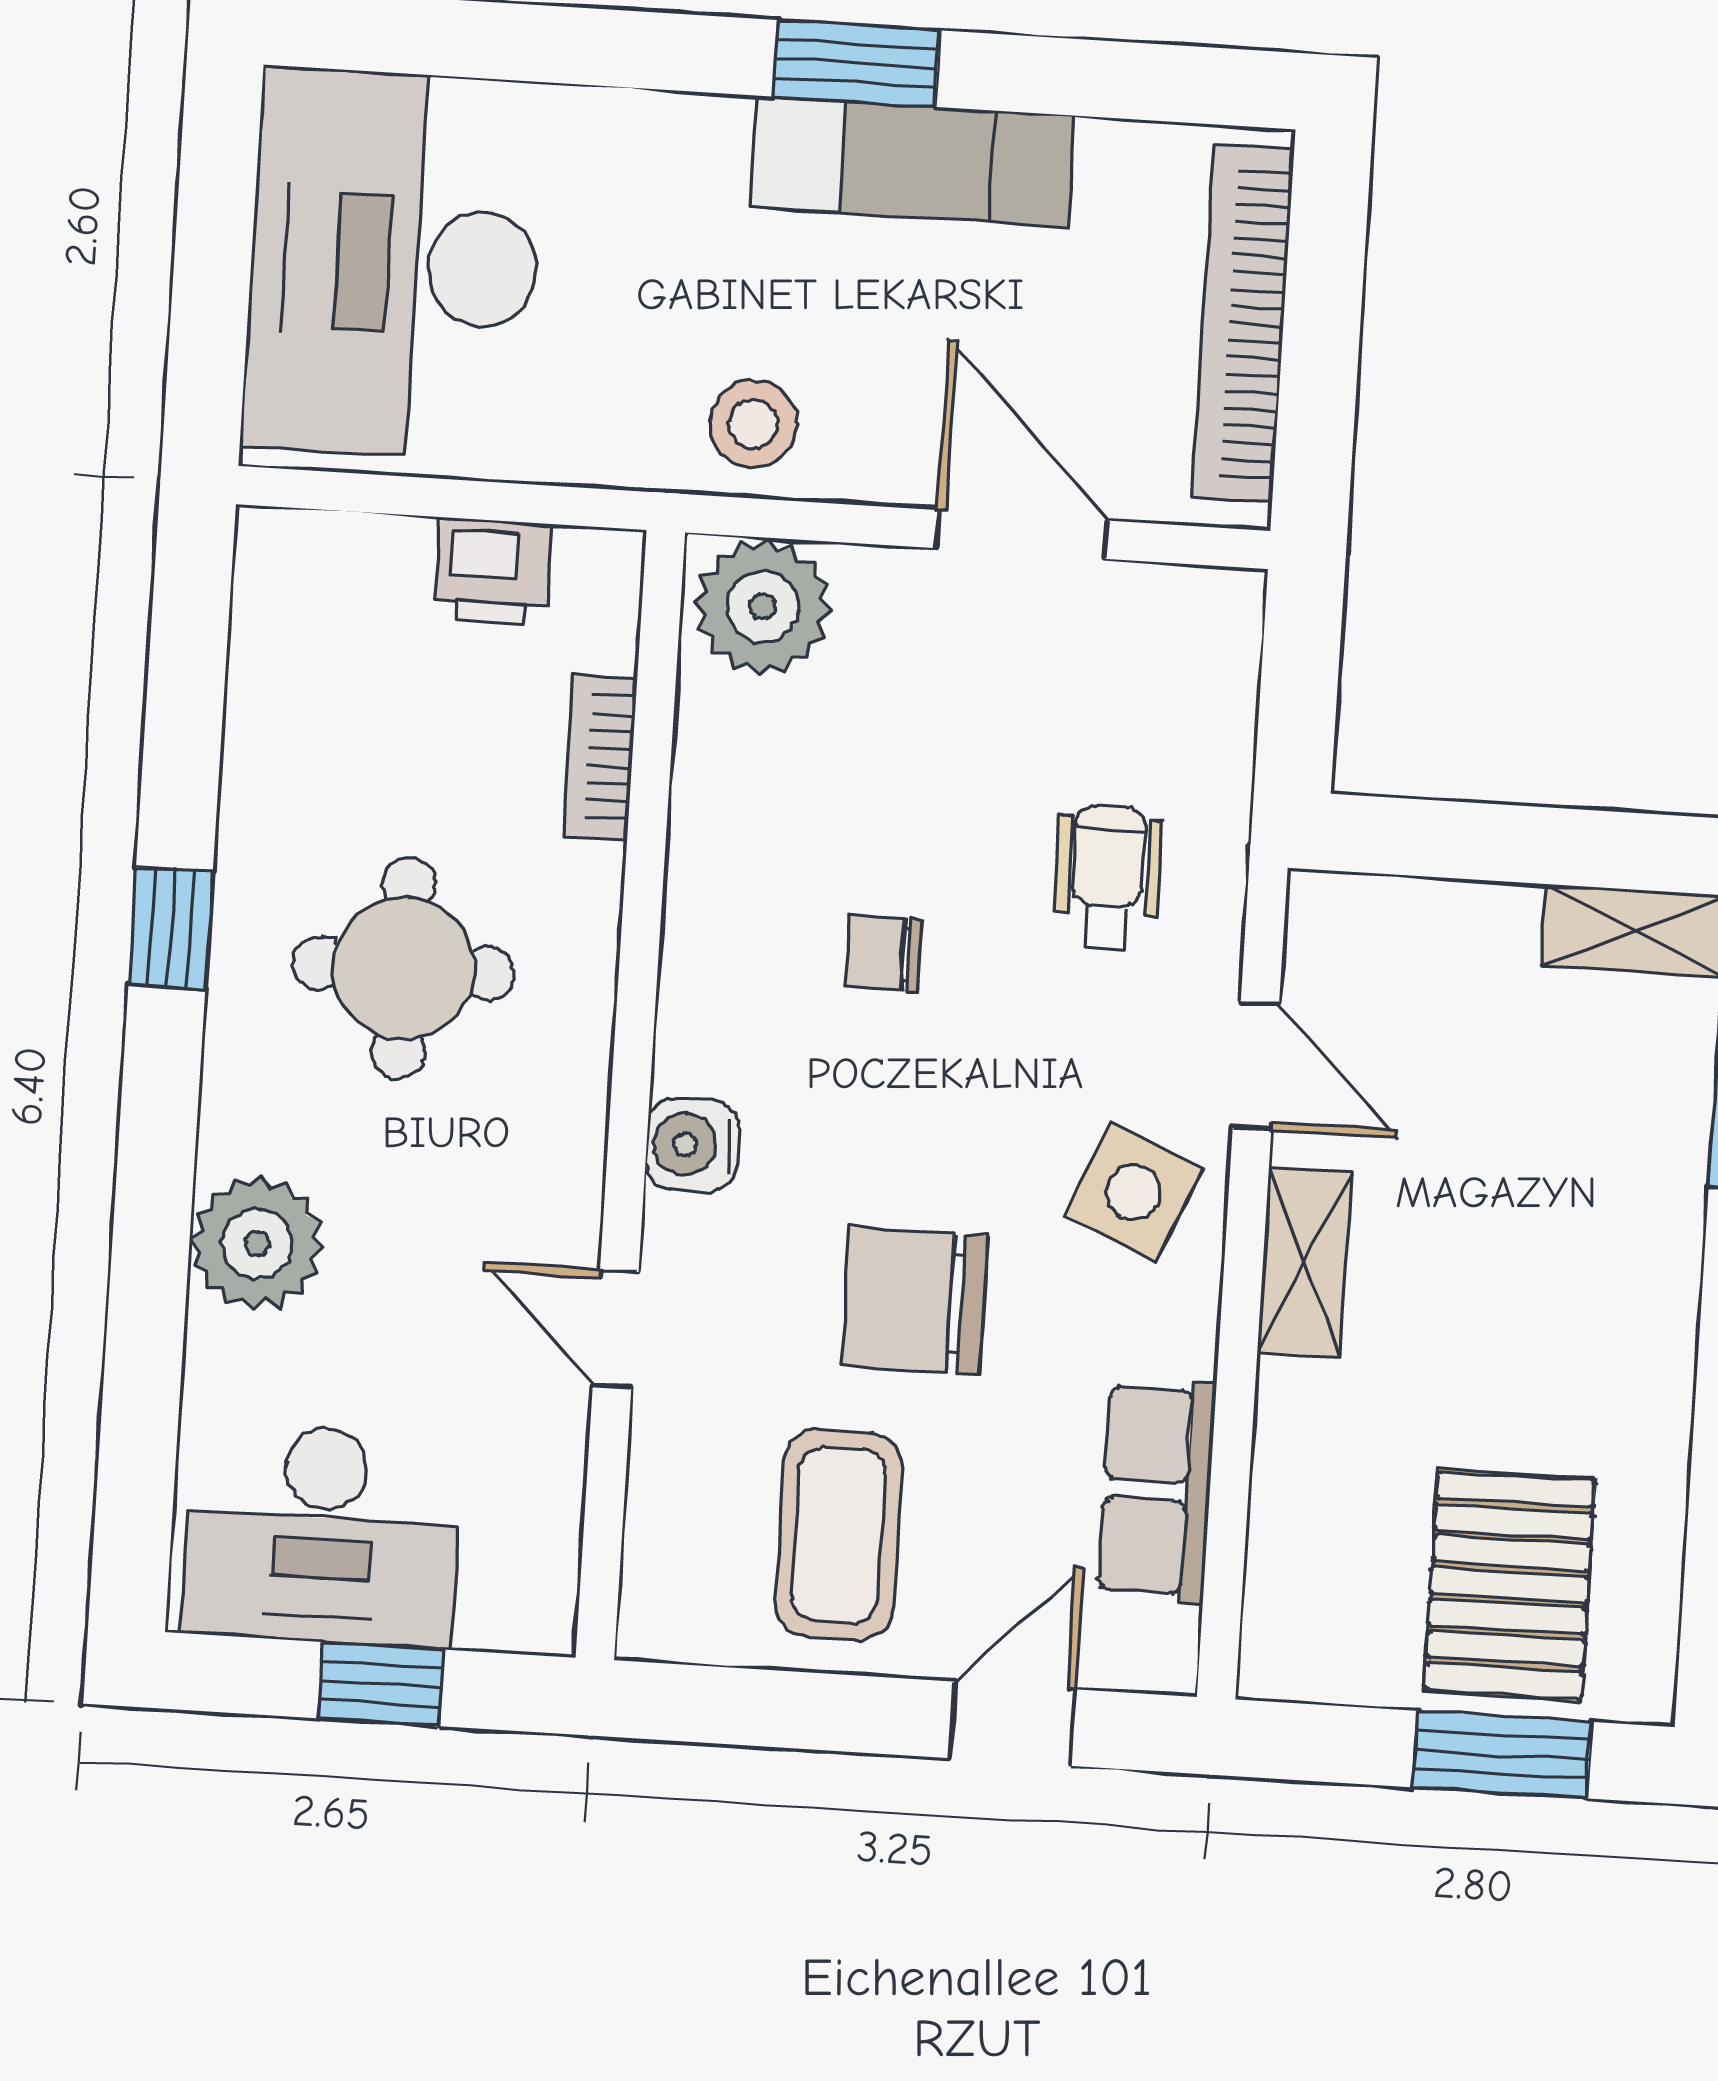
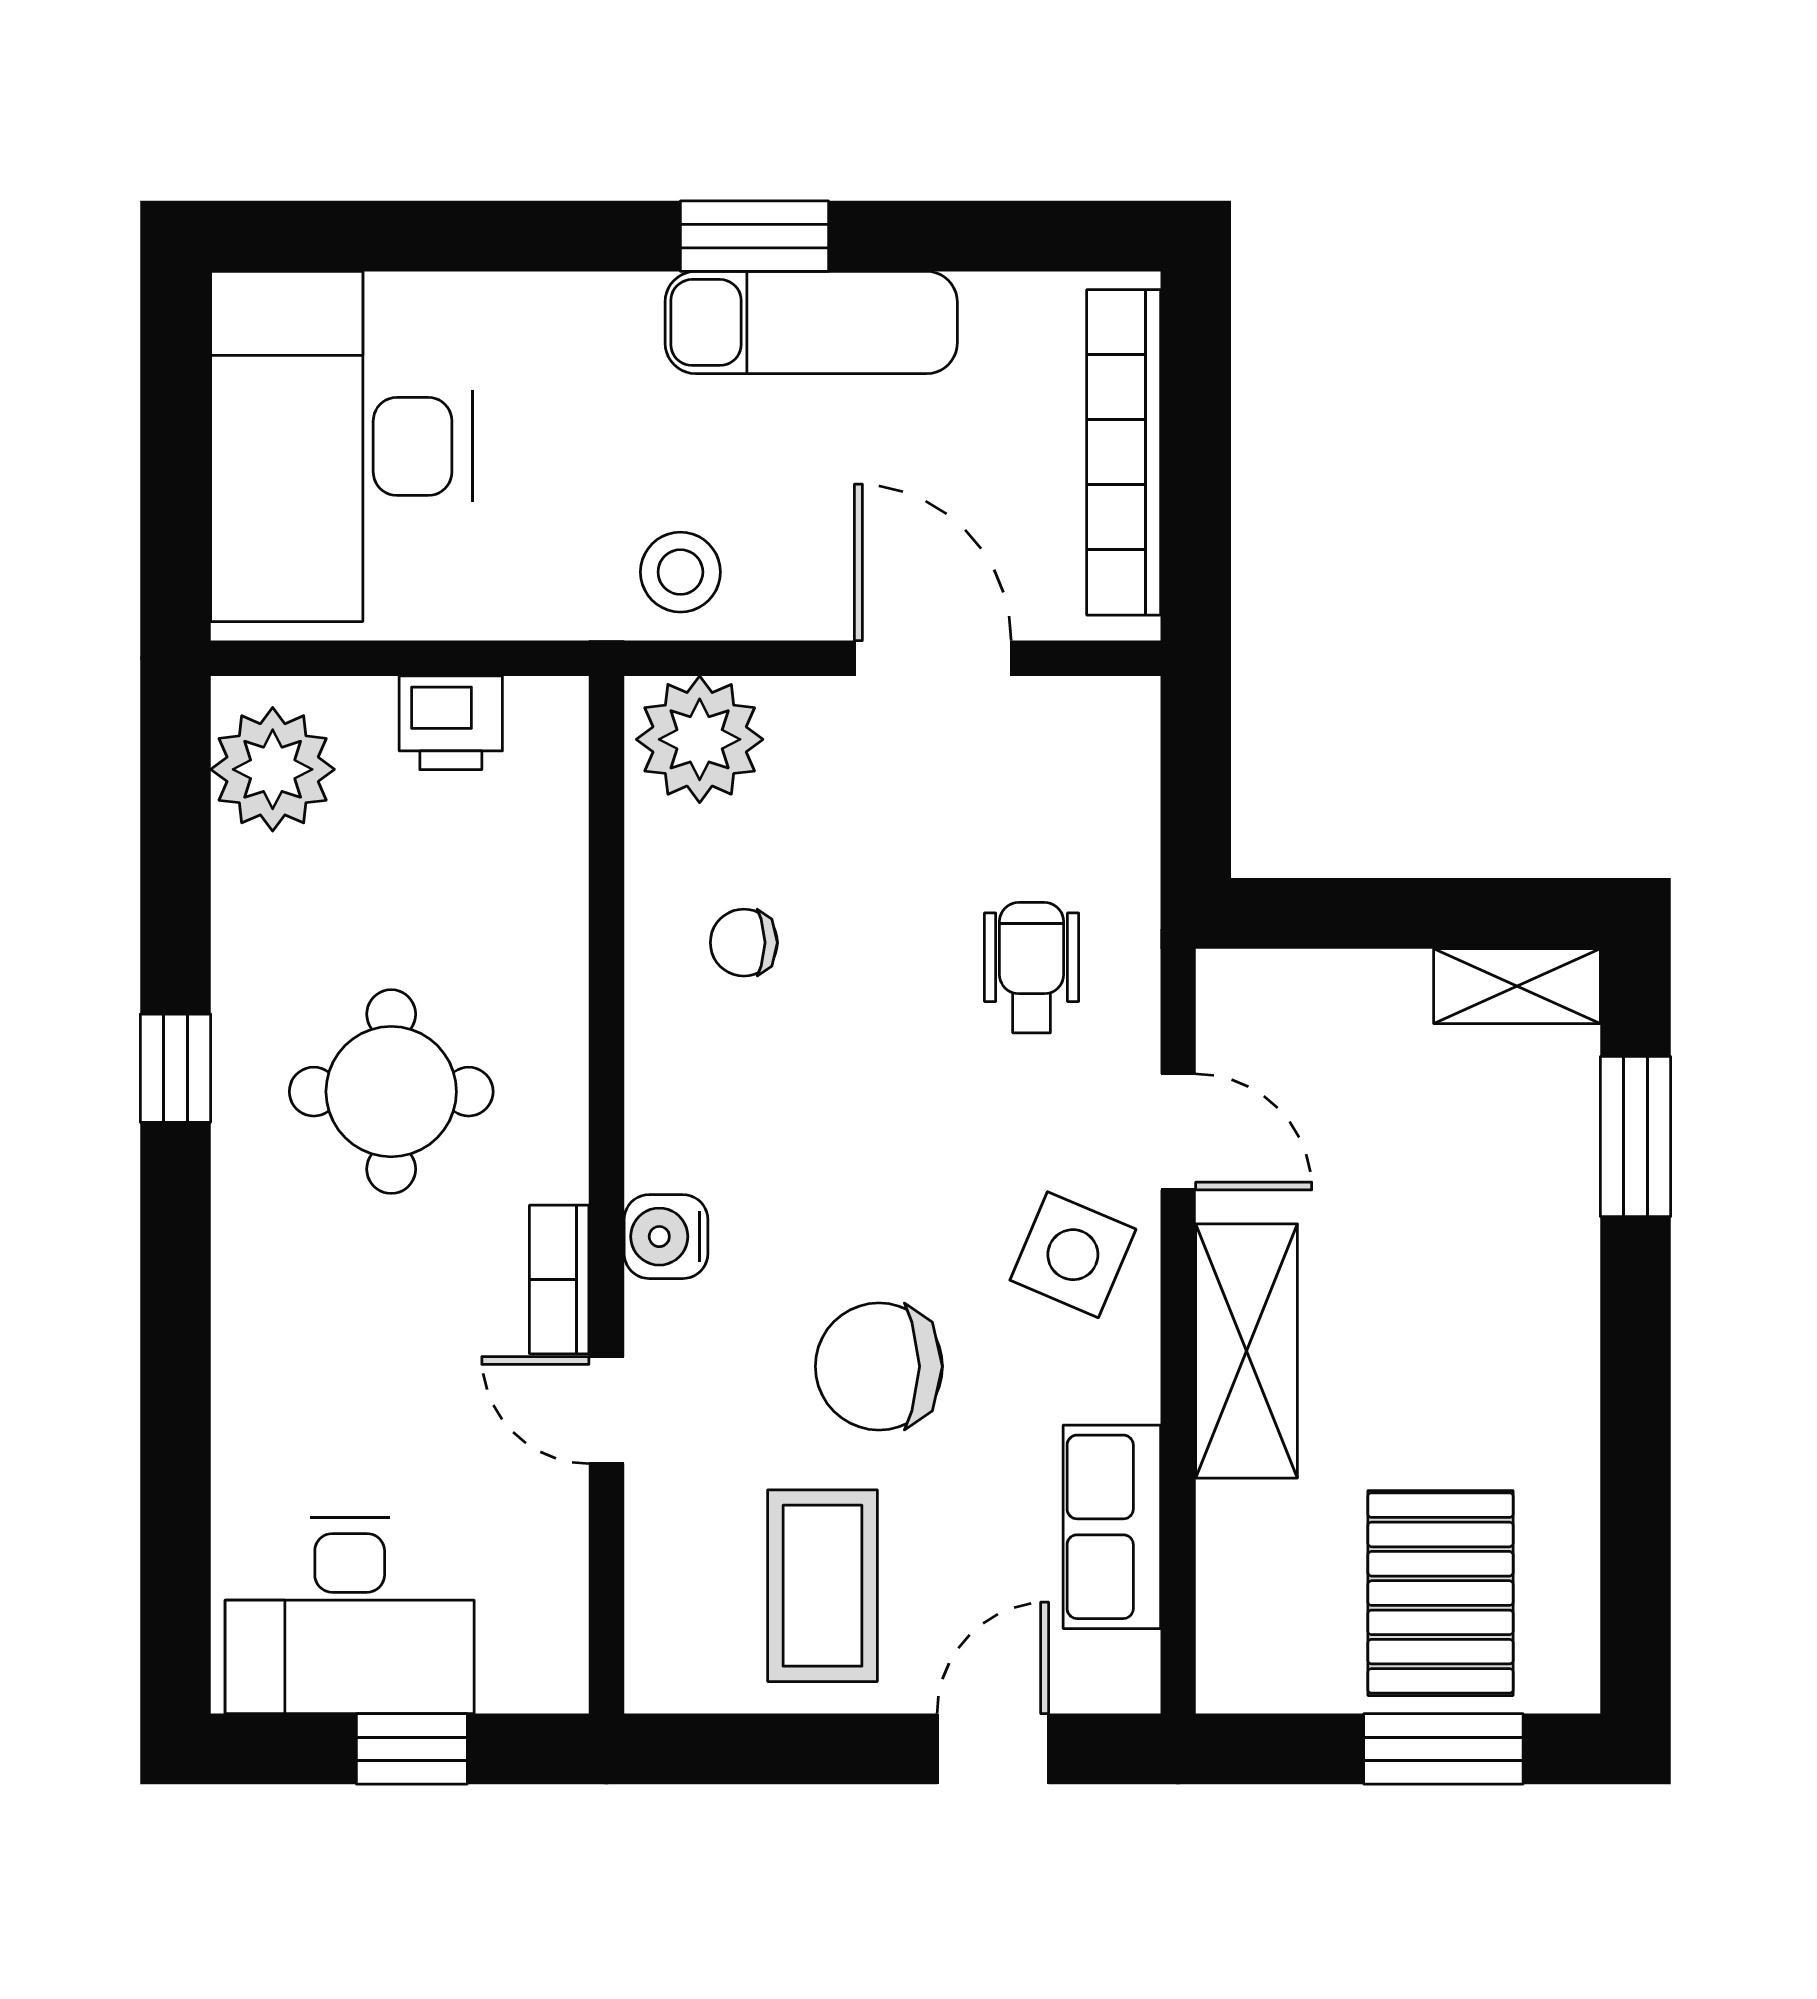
bookcase: (600, 757) -> (559, 1280), moved
chair: (884, 953) -> (744, 943), moved
plant: (257, 1244) -> (273, 769), moved
shelving: (1304, 1262) -> (1247, 1351), width x1.50, depth x1.33

